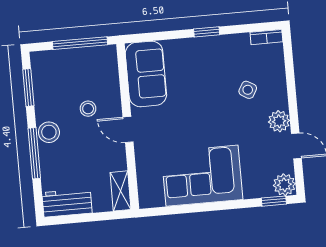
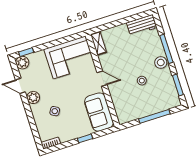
sofa: (146, 74) -> (99, 112), moved
wall: (128, 126) -> (103, 80), moved
door: (128, 130) -> (102, 79), moved
shelving: (121, 191) -> (99, 43), moved

